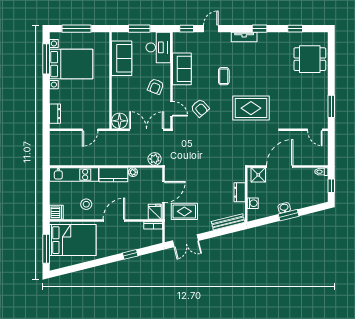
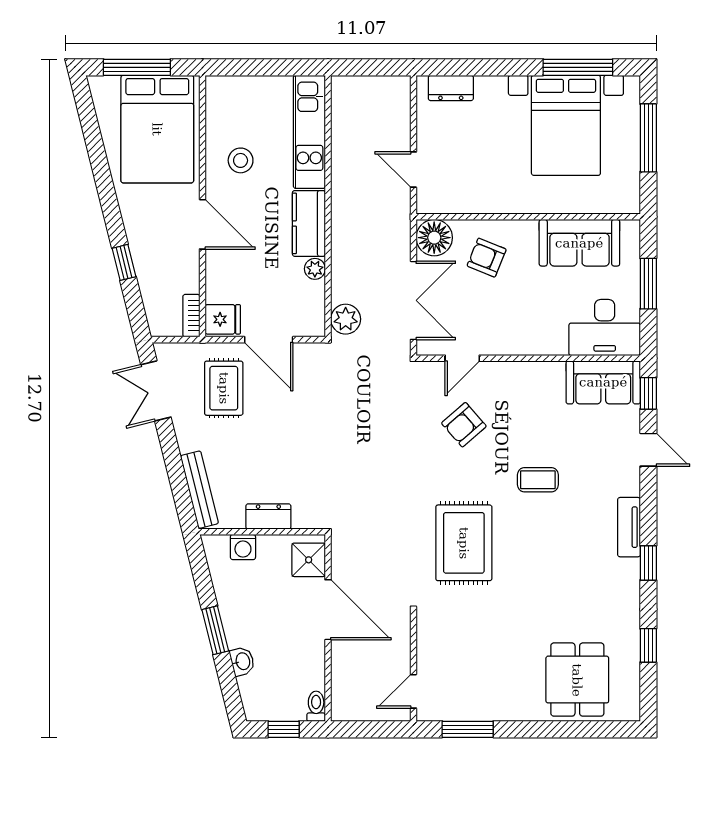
sofa: (182, 69) -> (603, 382), moved
armchair: (156, 86) -> (487, 258), moved
washbasin: (284, 208) -> (242, 661), moved
dishwasher: (56, 212) -> (222, 91), removed

